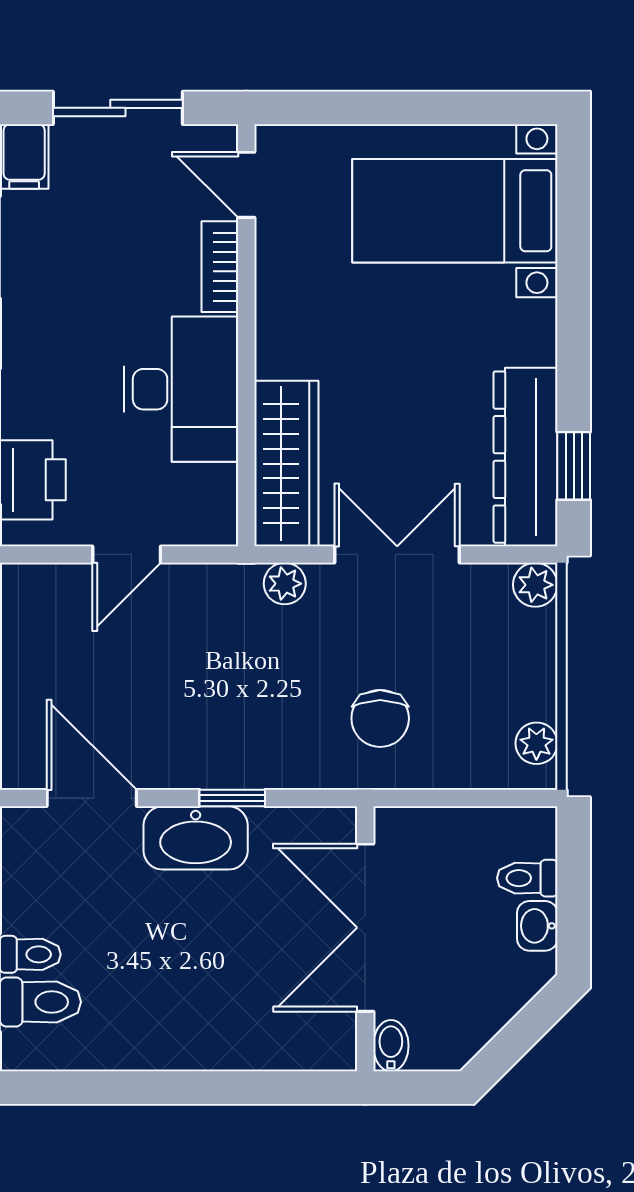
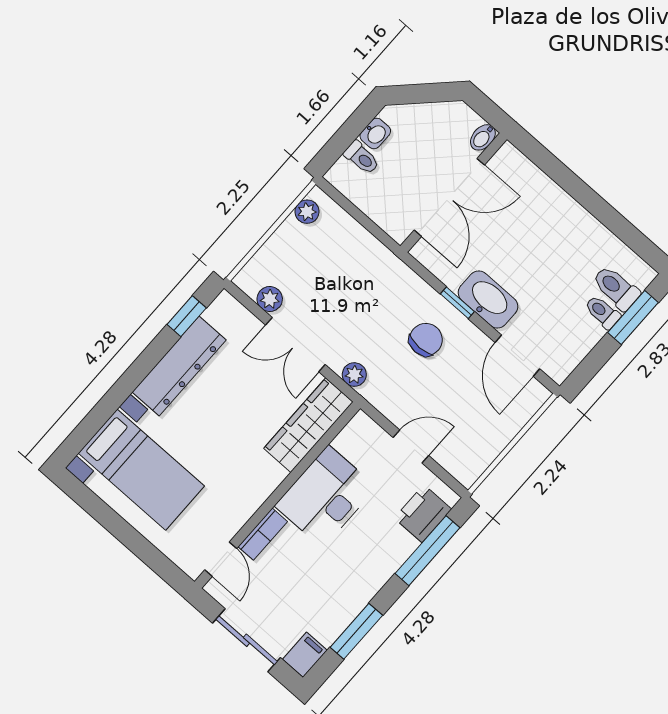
dresser: (526, 457) -> (179, 366), moved
plant: (535, 585) -> (270, 299), moved
chair: (380, 718) -> (426, 340), moved

